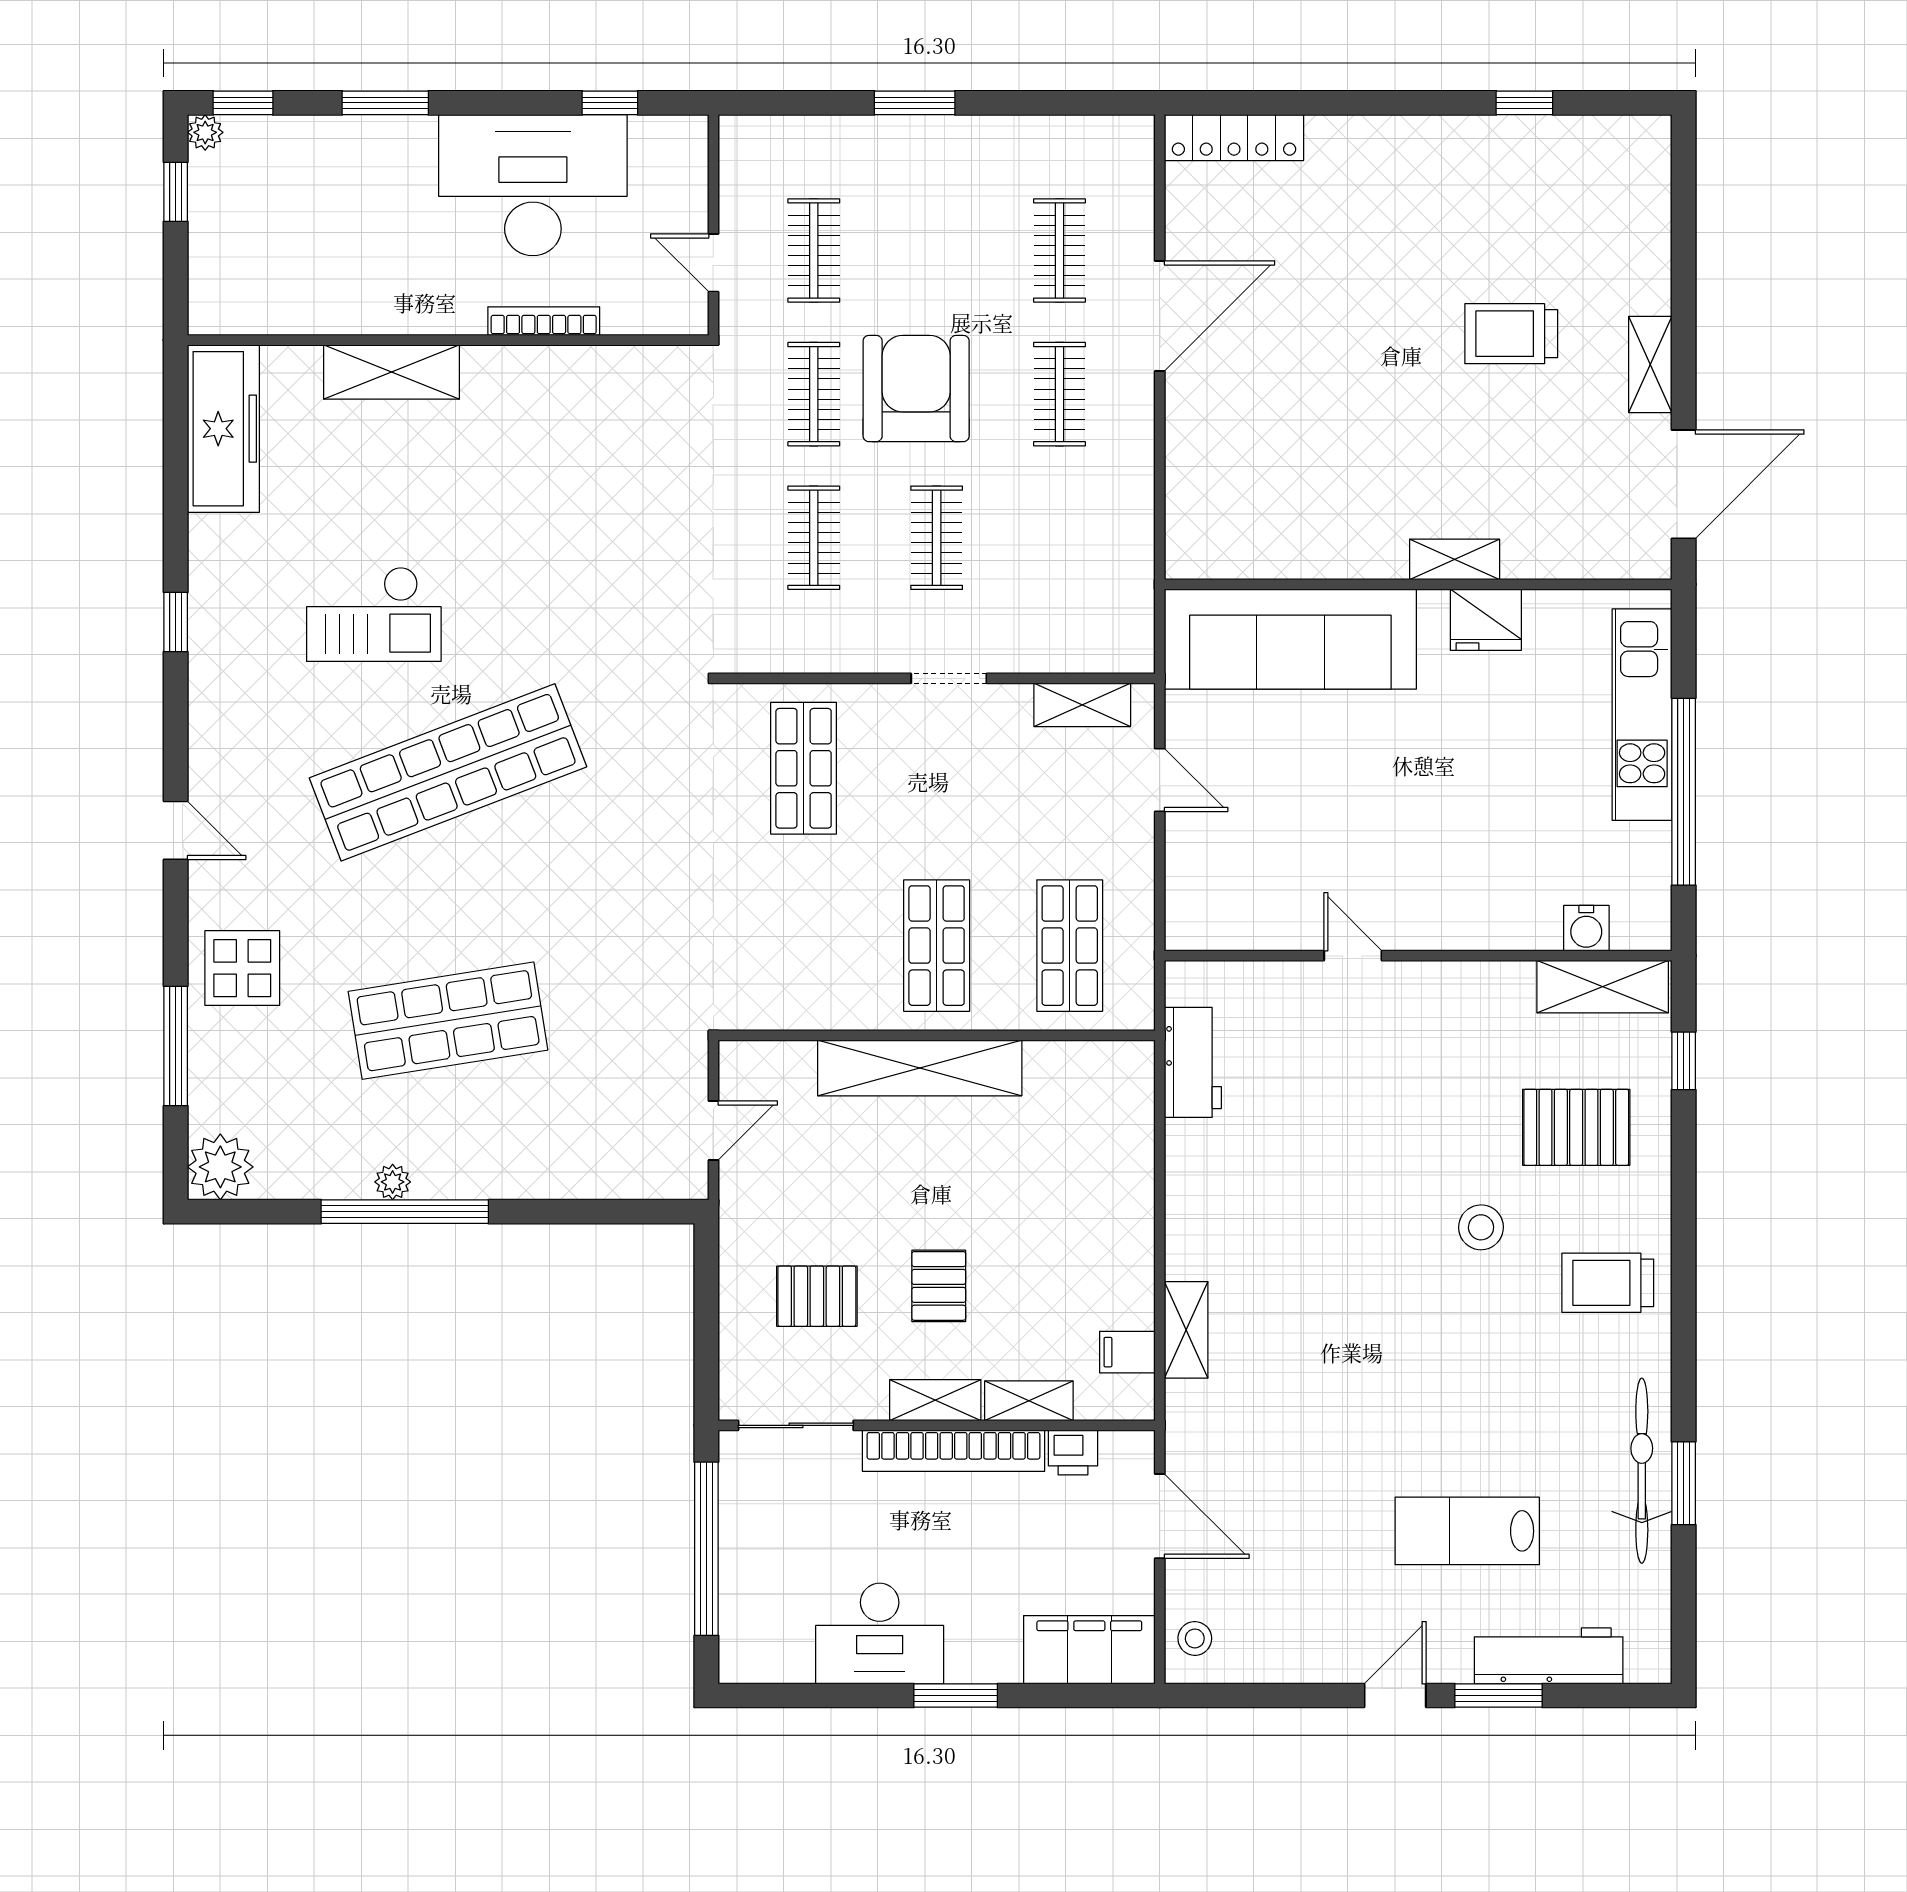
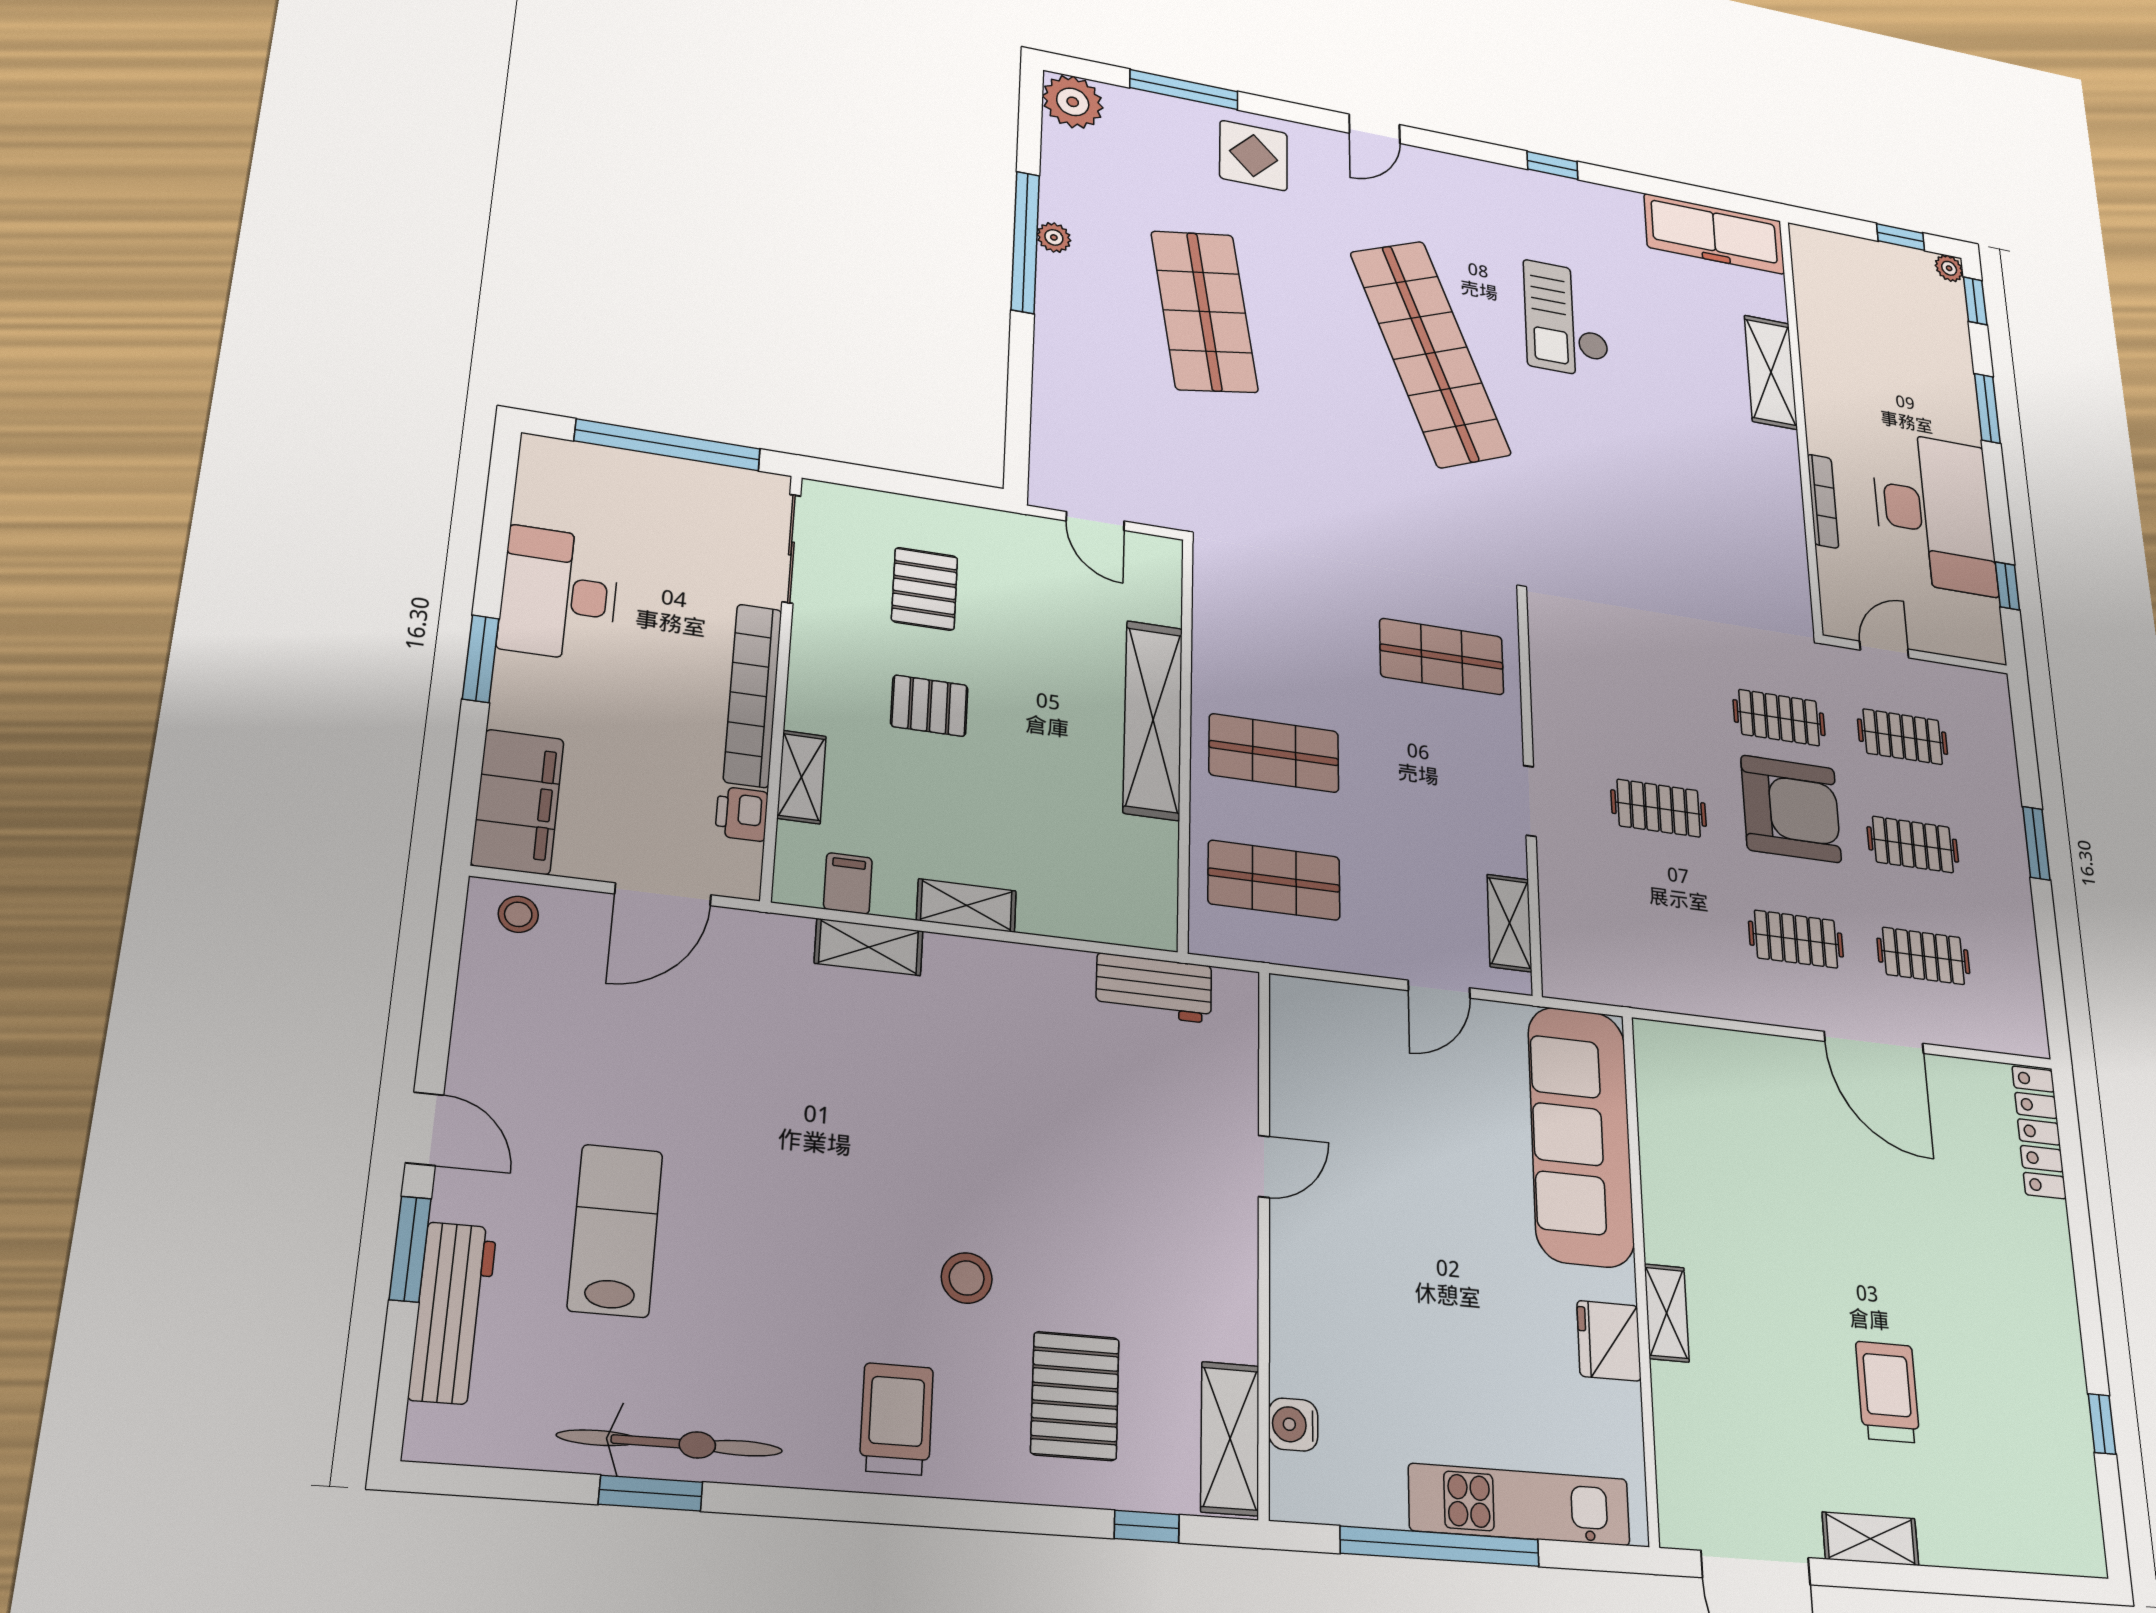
clothes rail: (814, 538) -> (1913, 845), moved
shelving: (935, 1400) -> (966, 906), moved, turned 90

